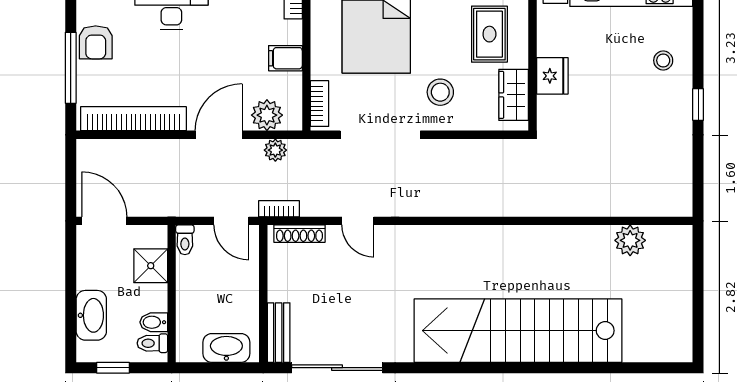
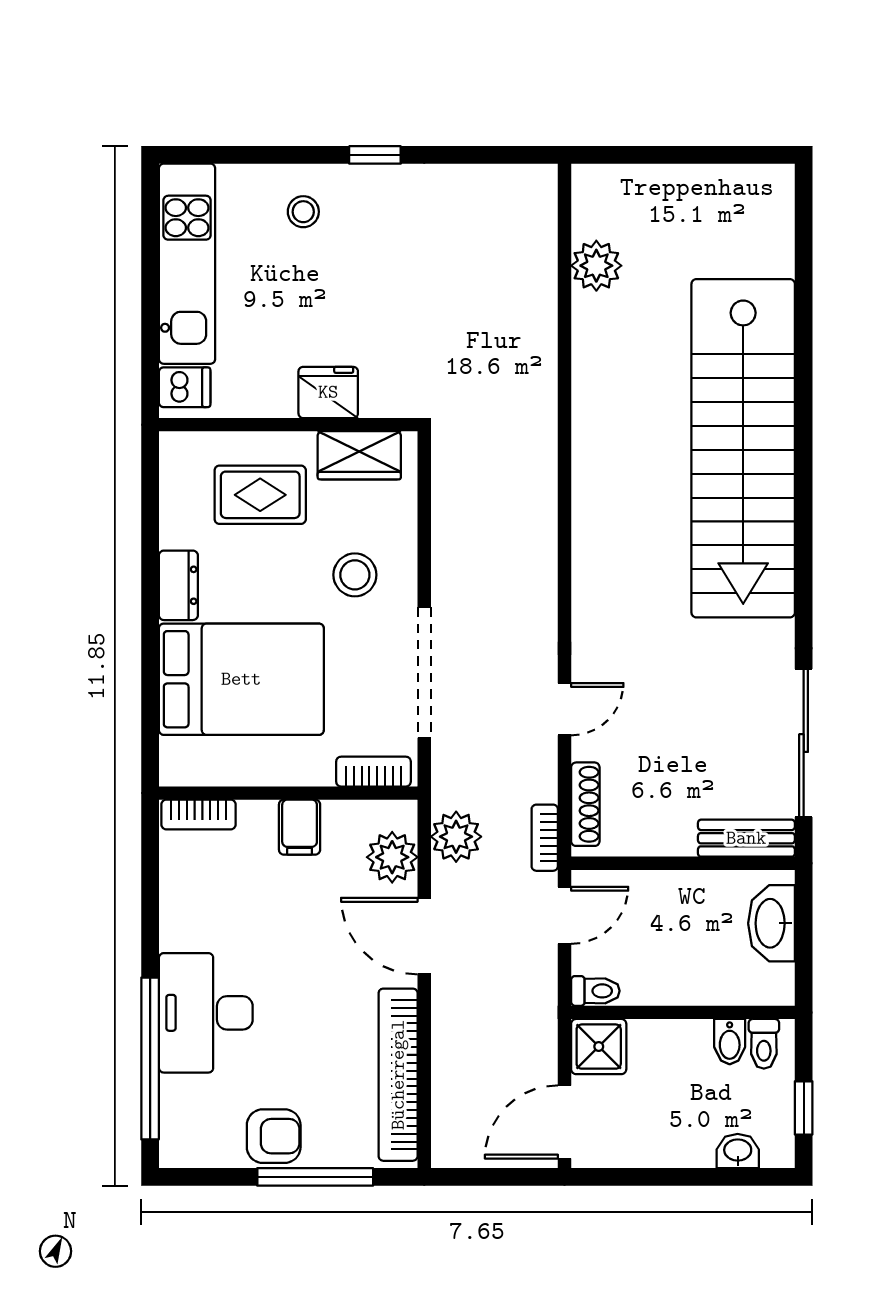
plant: (275, 150) -> (456, 837), width x1.38, depth x1.38
shower: (151, 266) -> (599, 1047), moved
washbasin: (91, 315) -> (738, 1151), width x0.52, depth x0.69

